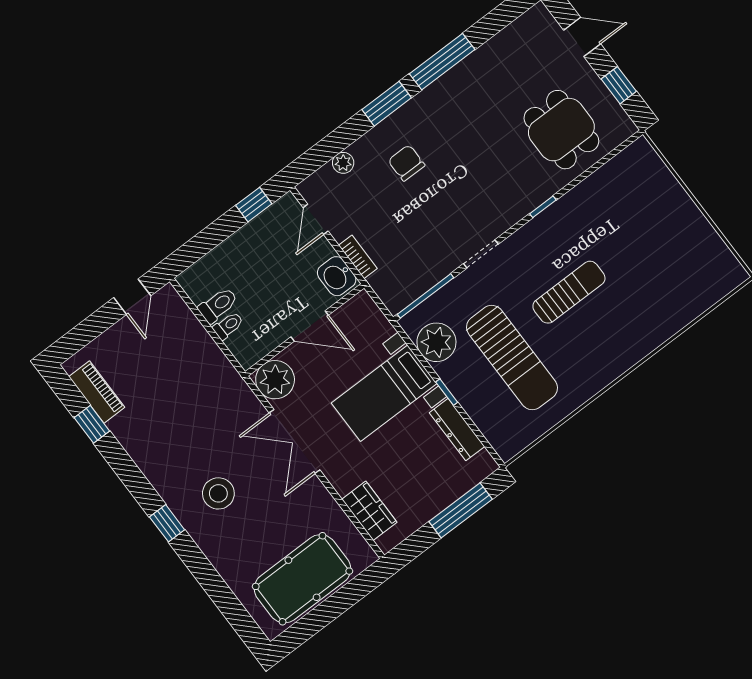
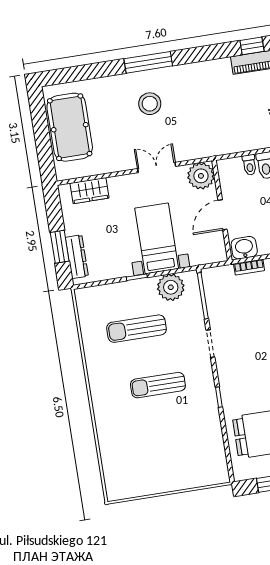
sun lounger: (569, 292) -> (158, 385), turned 90
sun lounger: (512, 358) -> (137, 329), width x0.73, depth x0.75
window: (92, 424) -> (252, 46), moved
dresser: (457, 430) -> (77, 257), moved, turned 90
double door: (295, 441) -> (157, 167), width x0.73
window: (461, 510) -> (60, 247), width x0.69
window: (167, 523) -> (148, 62), width x2.17

